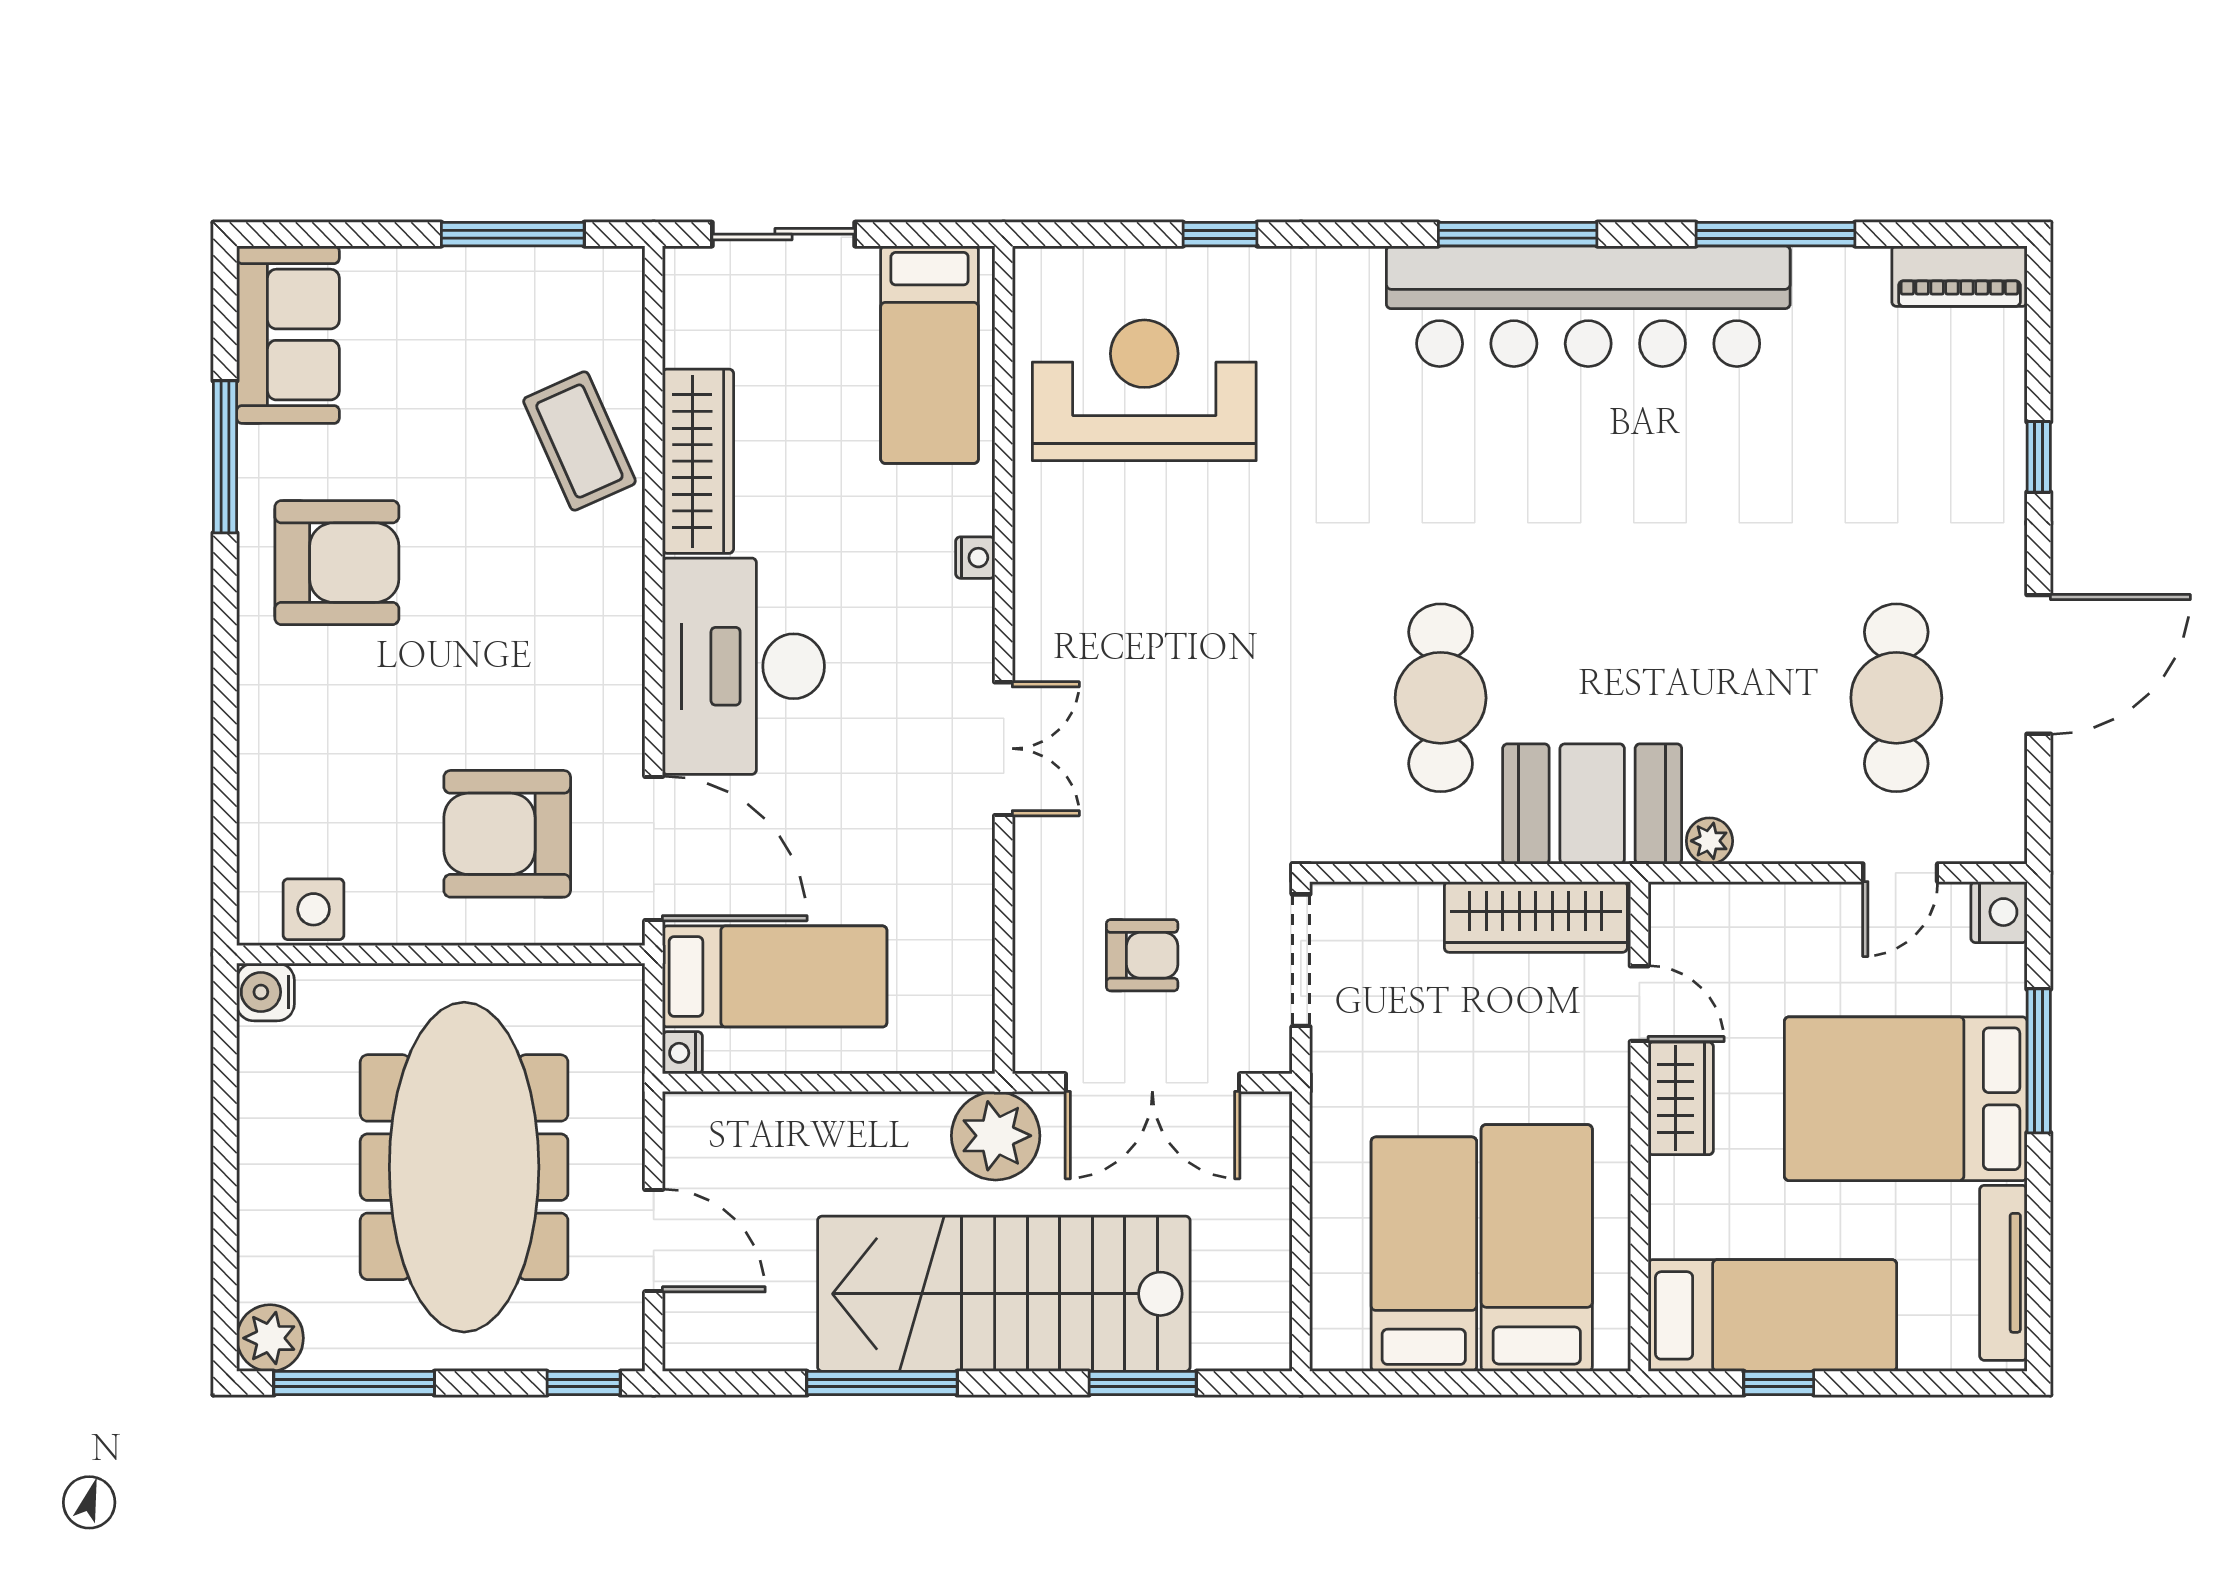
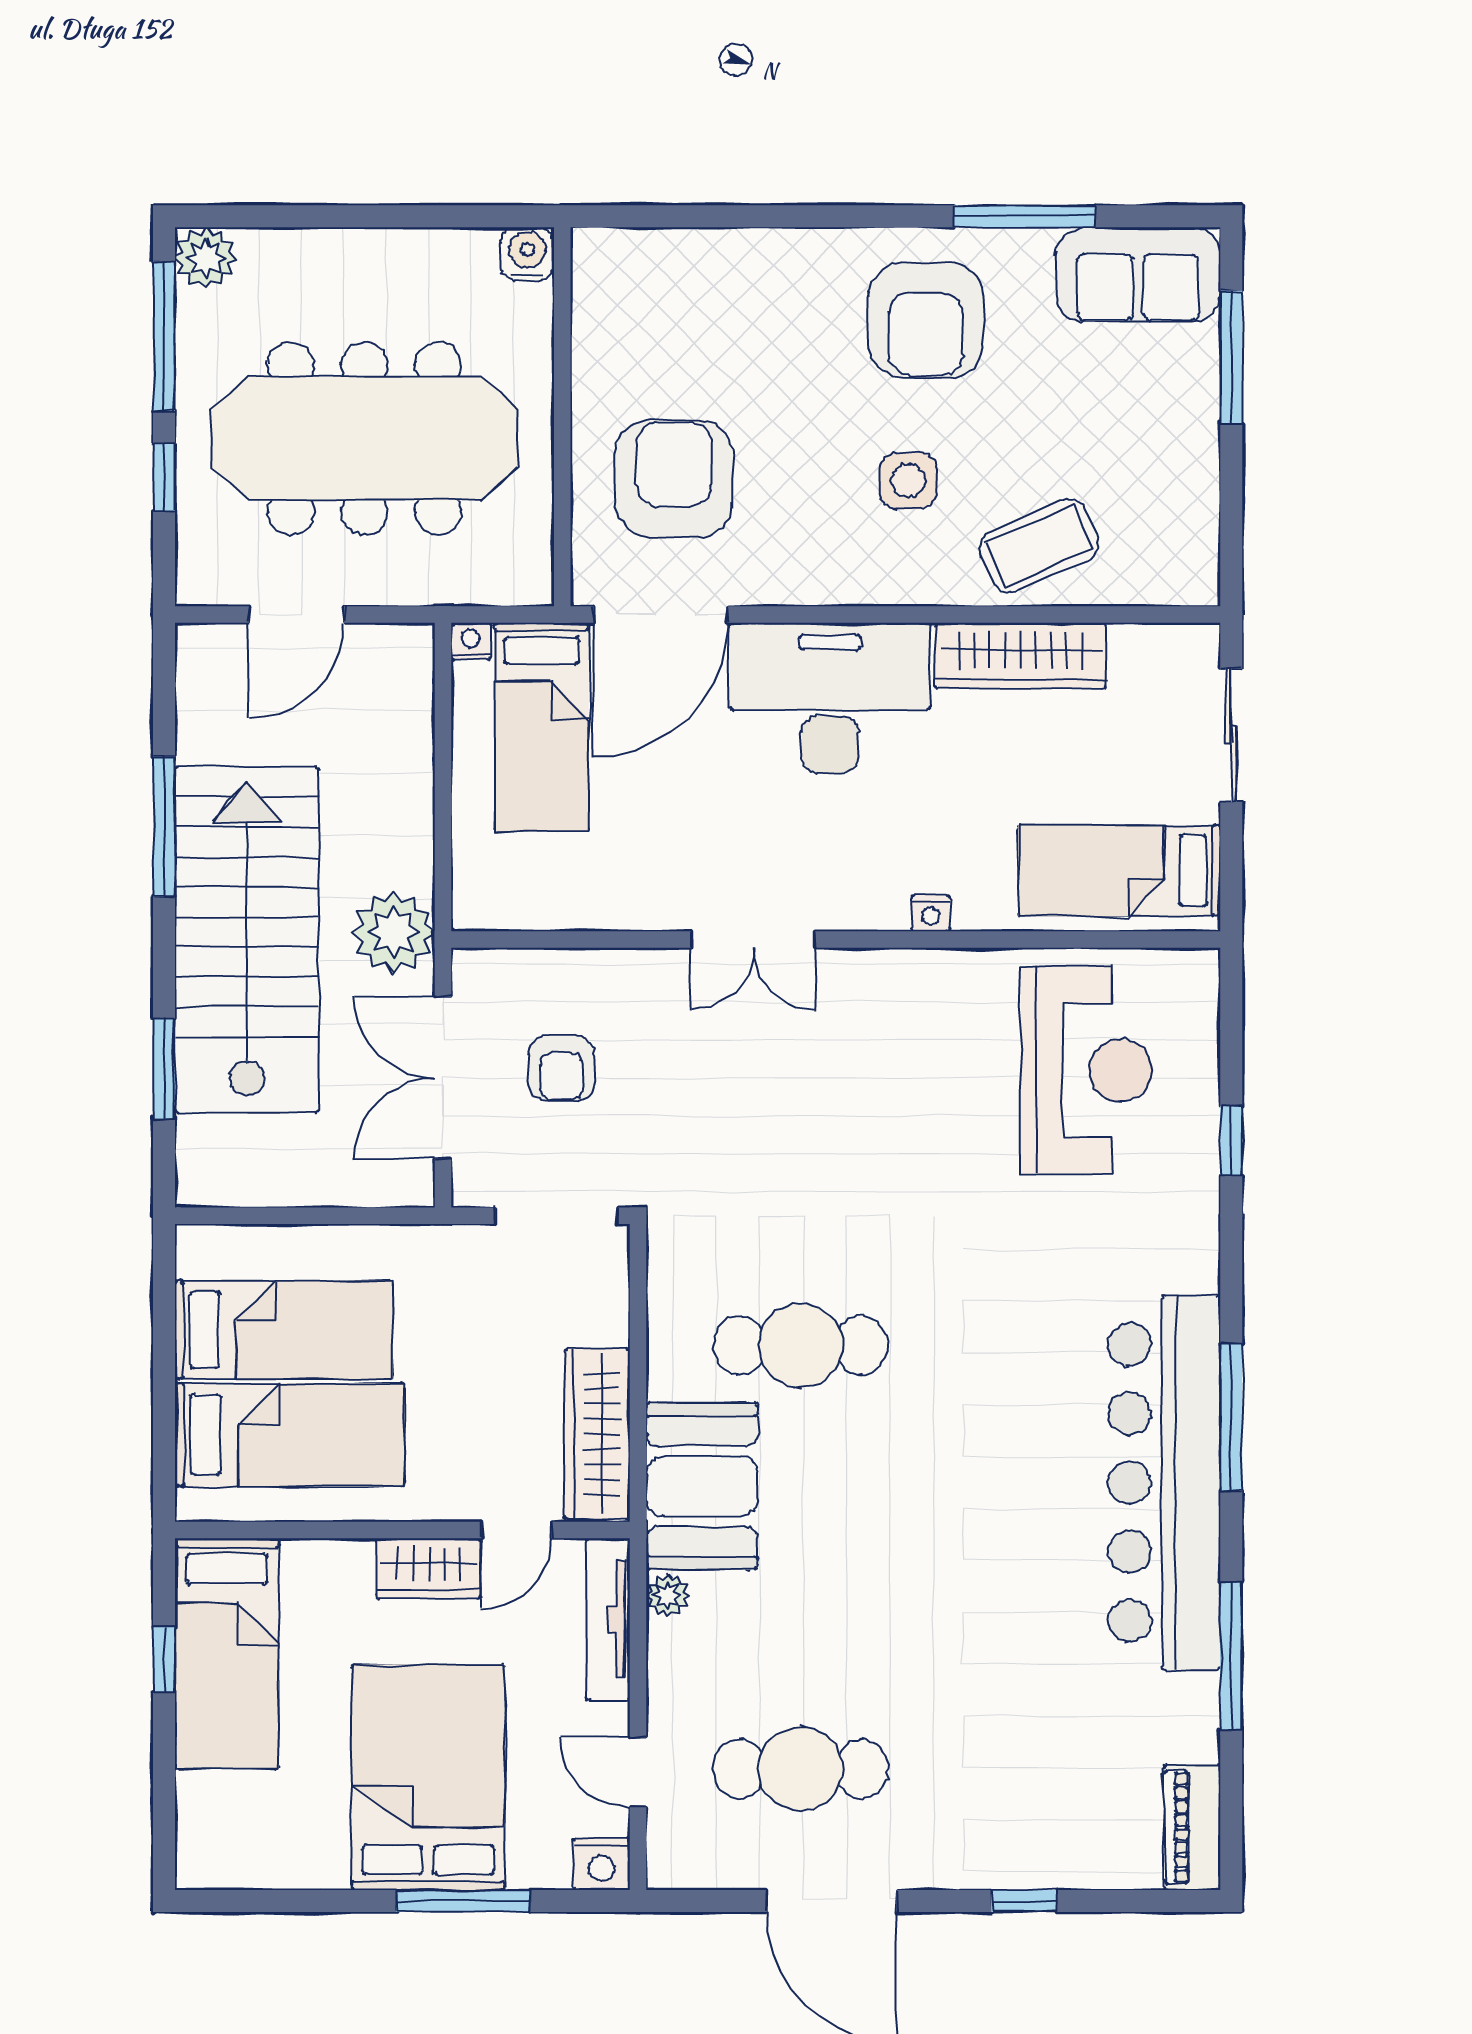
window: (513, 234) -> (1231, 357), moved
side table: (314, 909) -> (908, 481), moved
tv unit: (2003, 1273) -> (608, 1619), moved, turned -90
window: (584, 1383) -> (164, 477), moved

